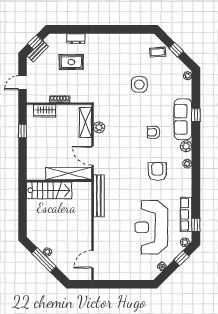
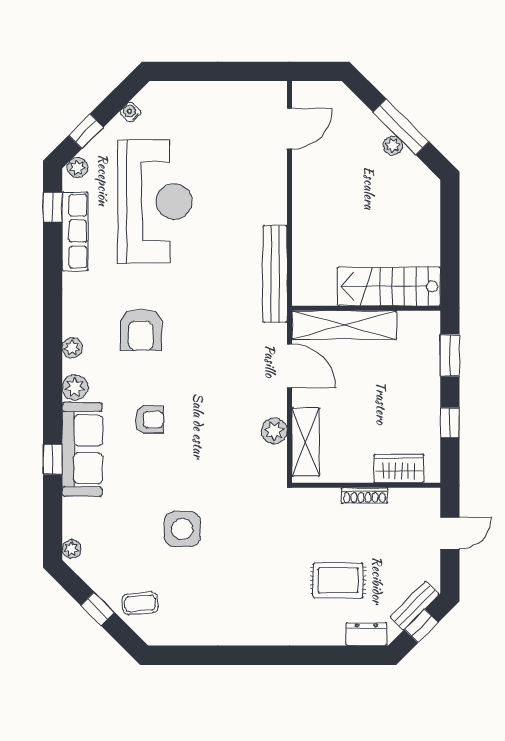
dresser: (76, 39) -> (366, 634), moved
window: (23, 160) -> (450, 355), added

